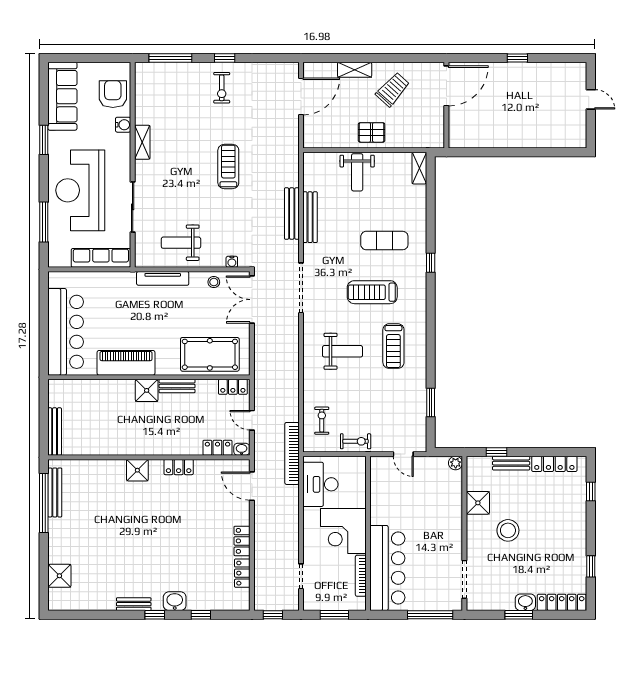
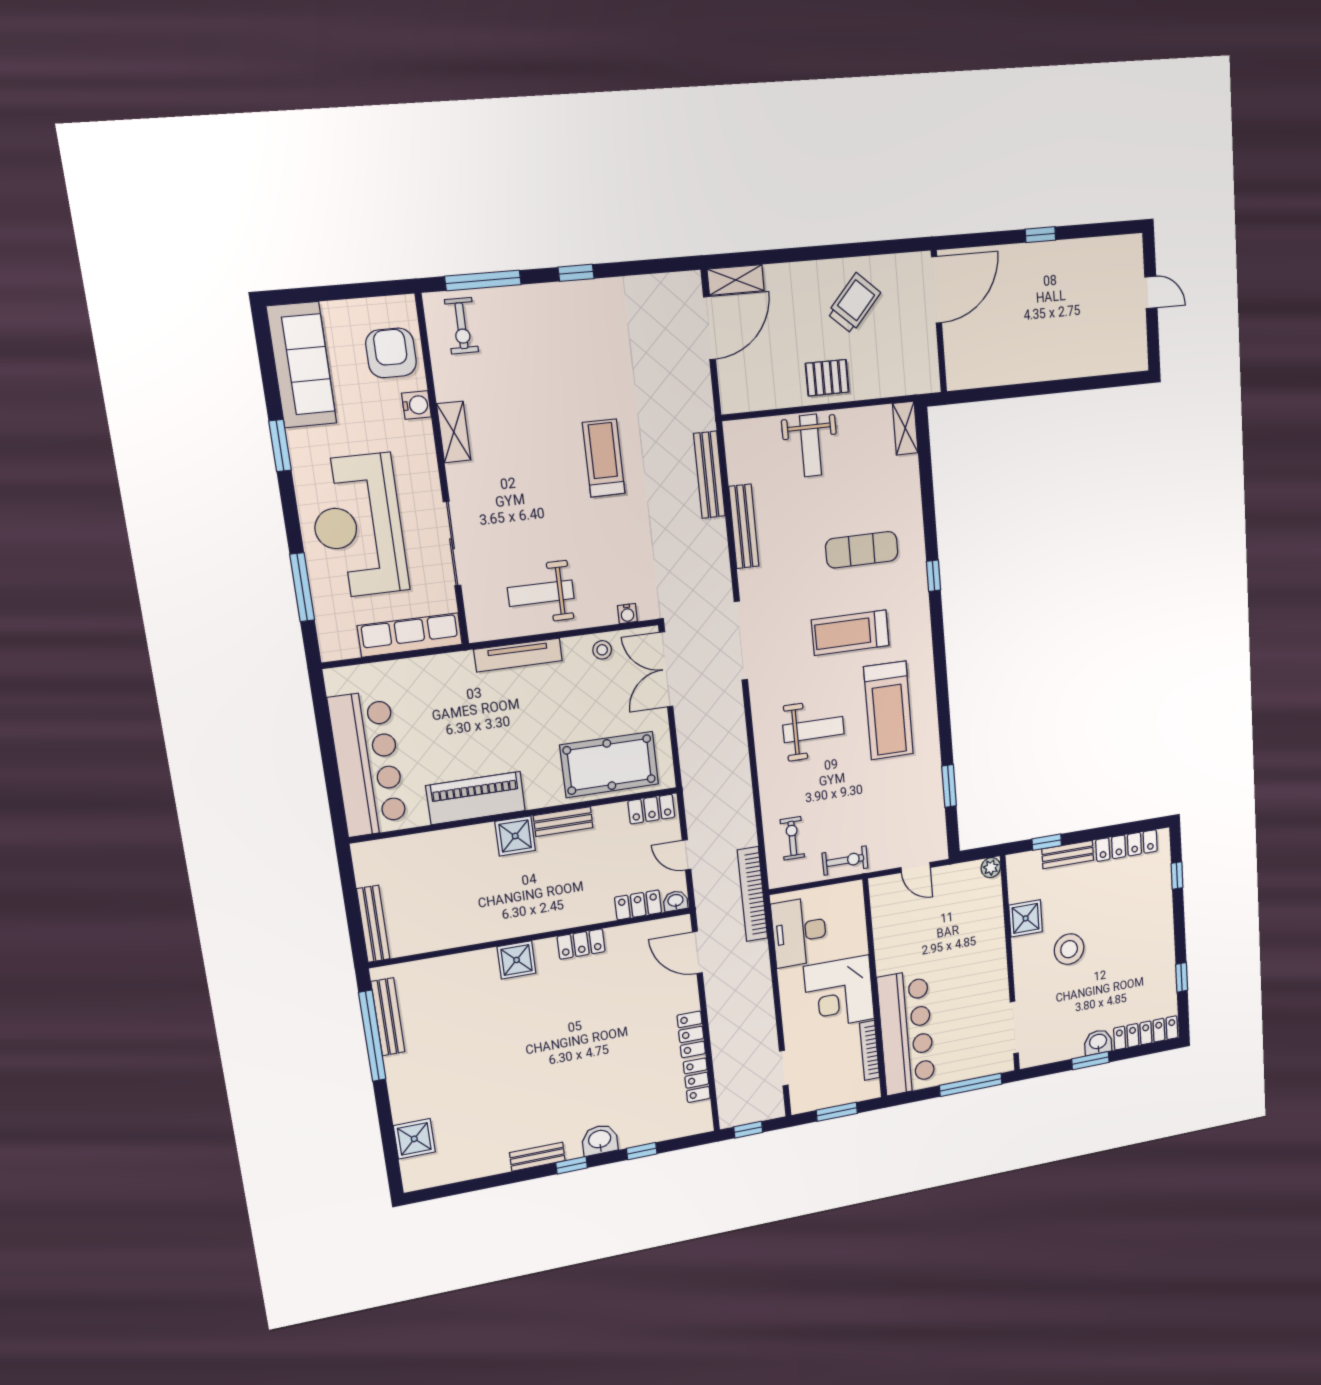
shelving: (355, 70) -> (736, 280), moved
exercise bike: (222, 88) -> (462, 326), moved
bench: (292, 214) -> (709, 475), moved
treadmill: (393, 346) -> (889, 710), width x1.37, depth x1.38

